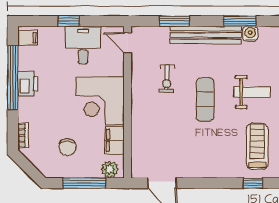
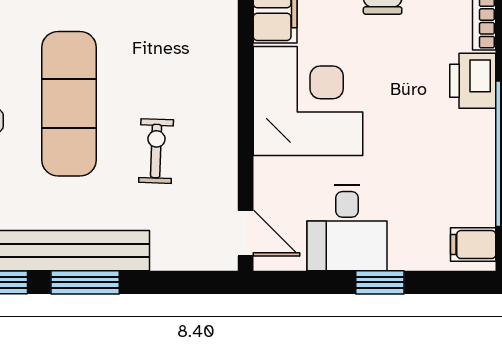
window: (174, 21) -> (85, 282), moved
printer: (28, 84) -> (473, 81), moved
exercise mat: (205, 99) -> (69, 104), width x1.36, depth x1.45

